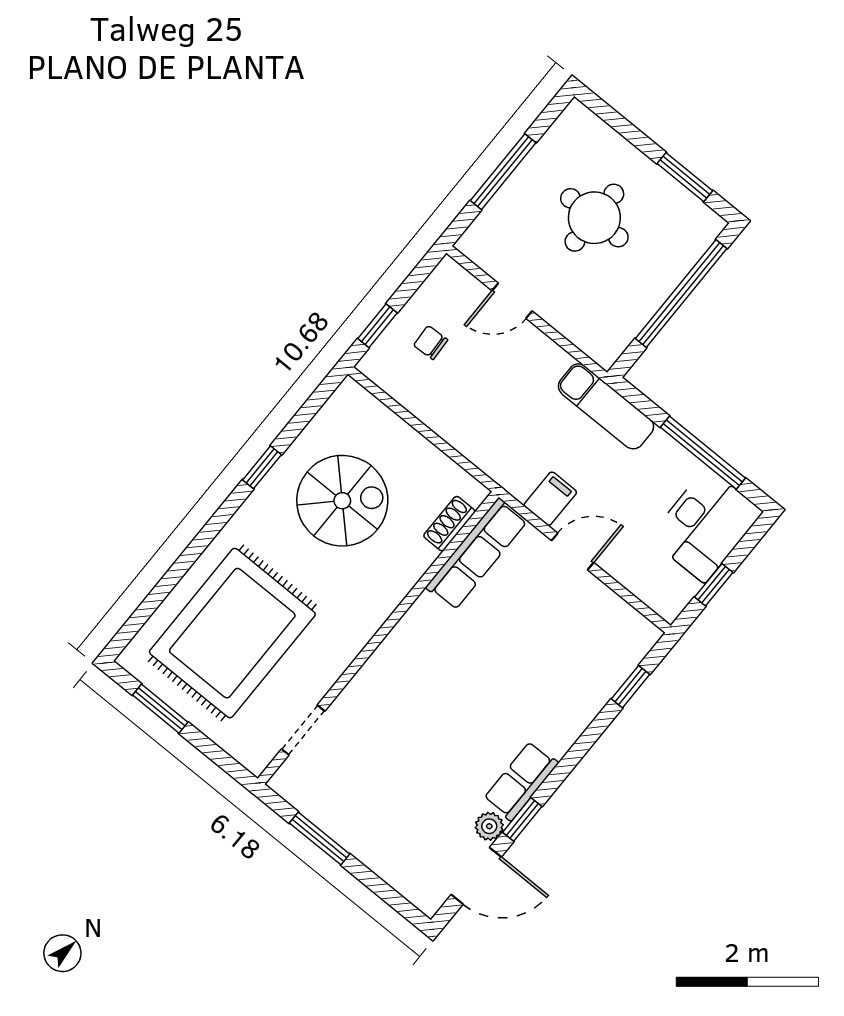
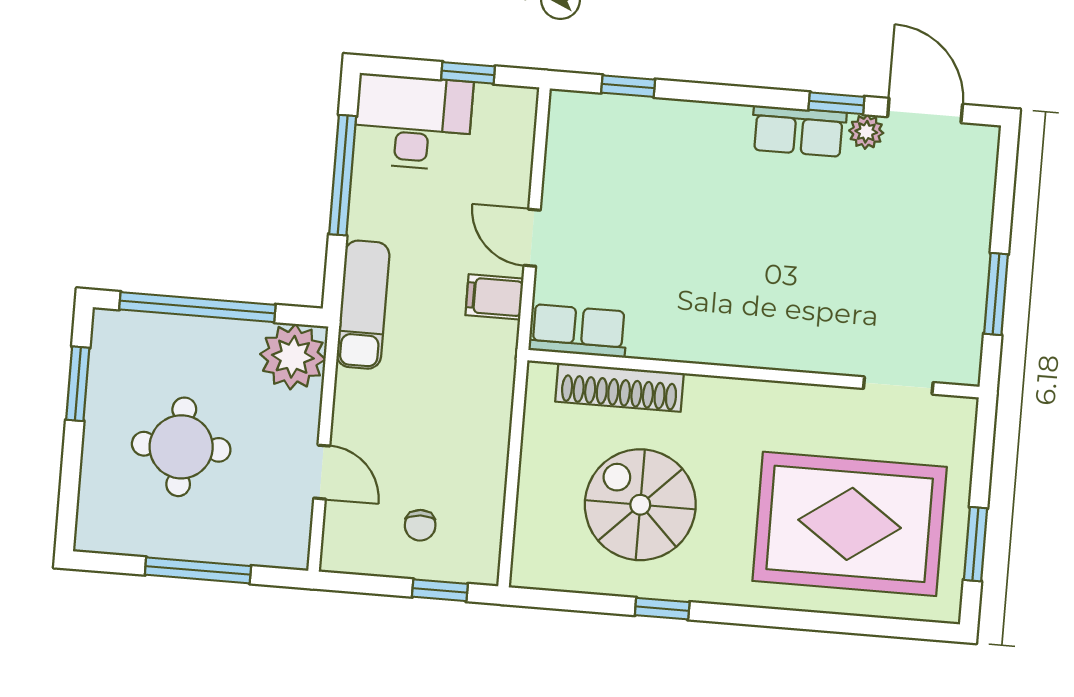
plant: (603, 335) -> (293, 357), added
shoe rack: (449, 524) -> (619, 387), width x1.94, depth x1.24
row of seats: (477, 554) -> (578, 331), width x0.68

